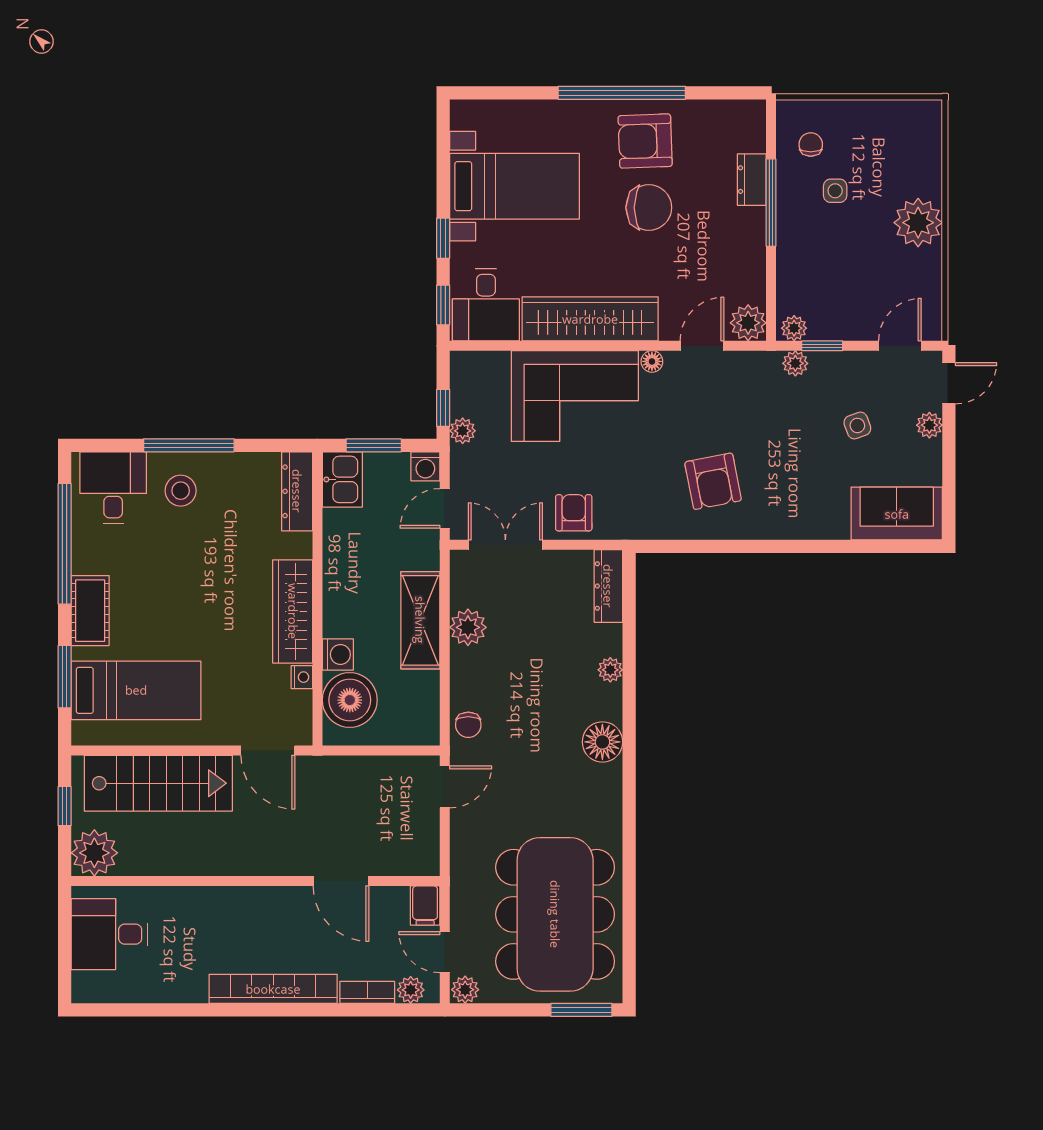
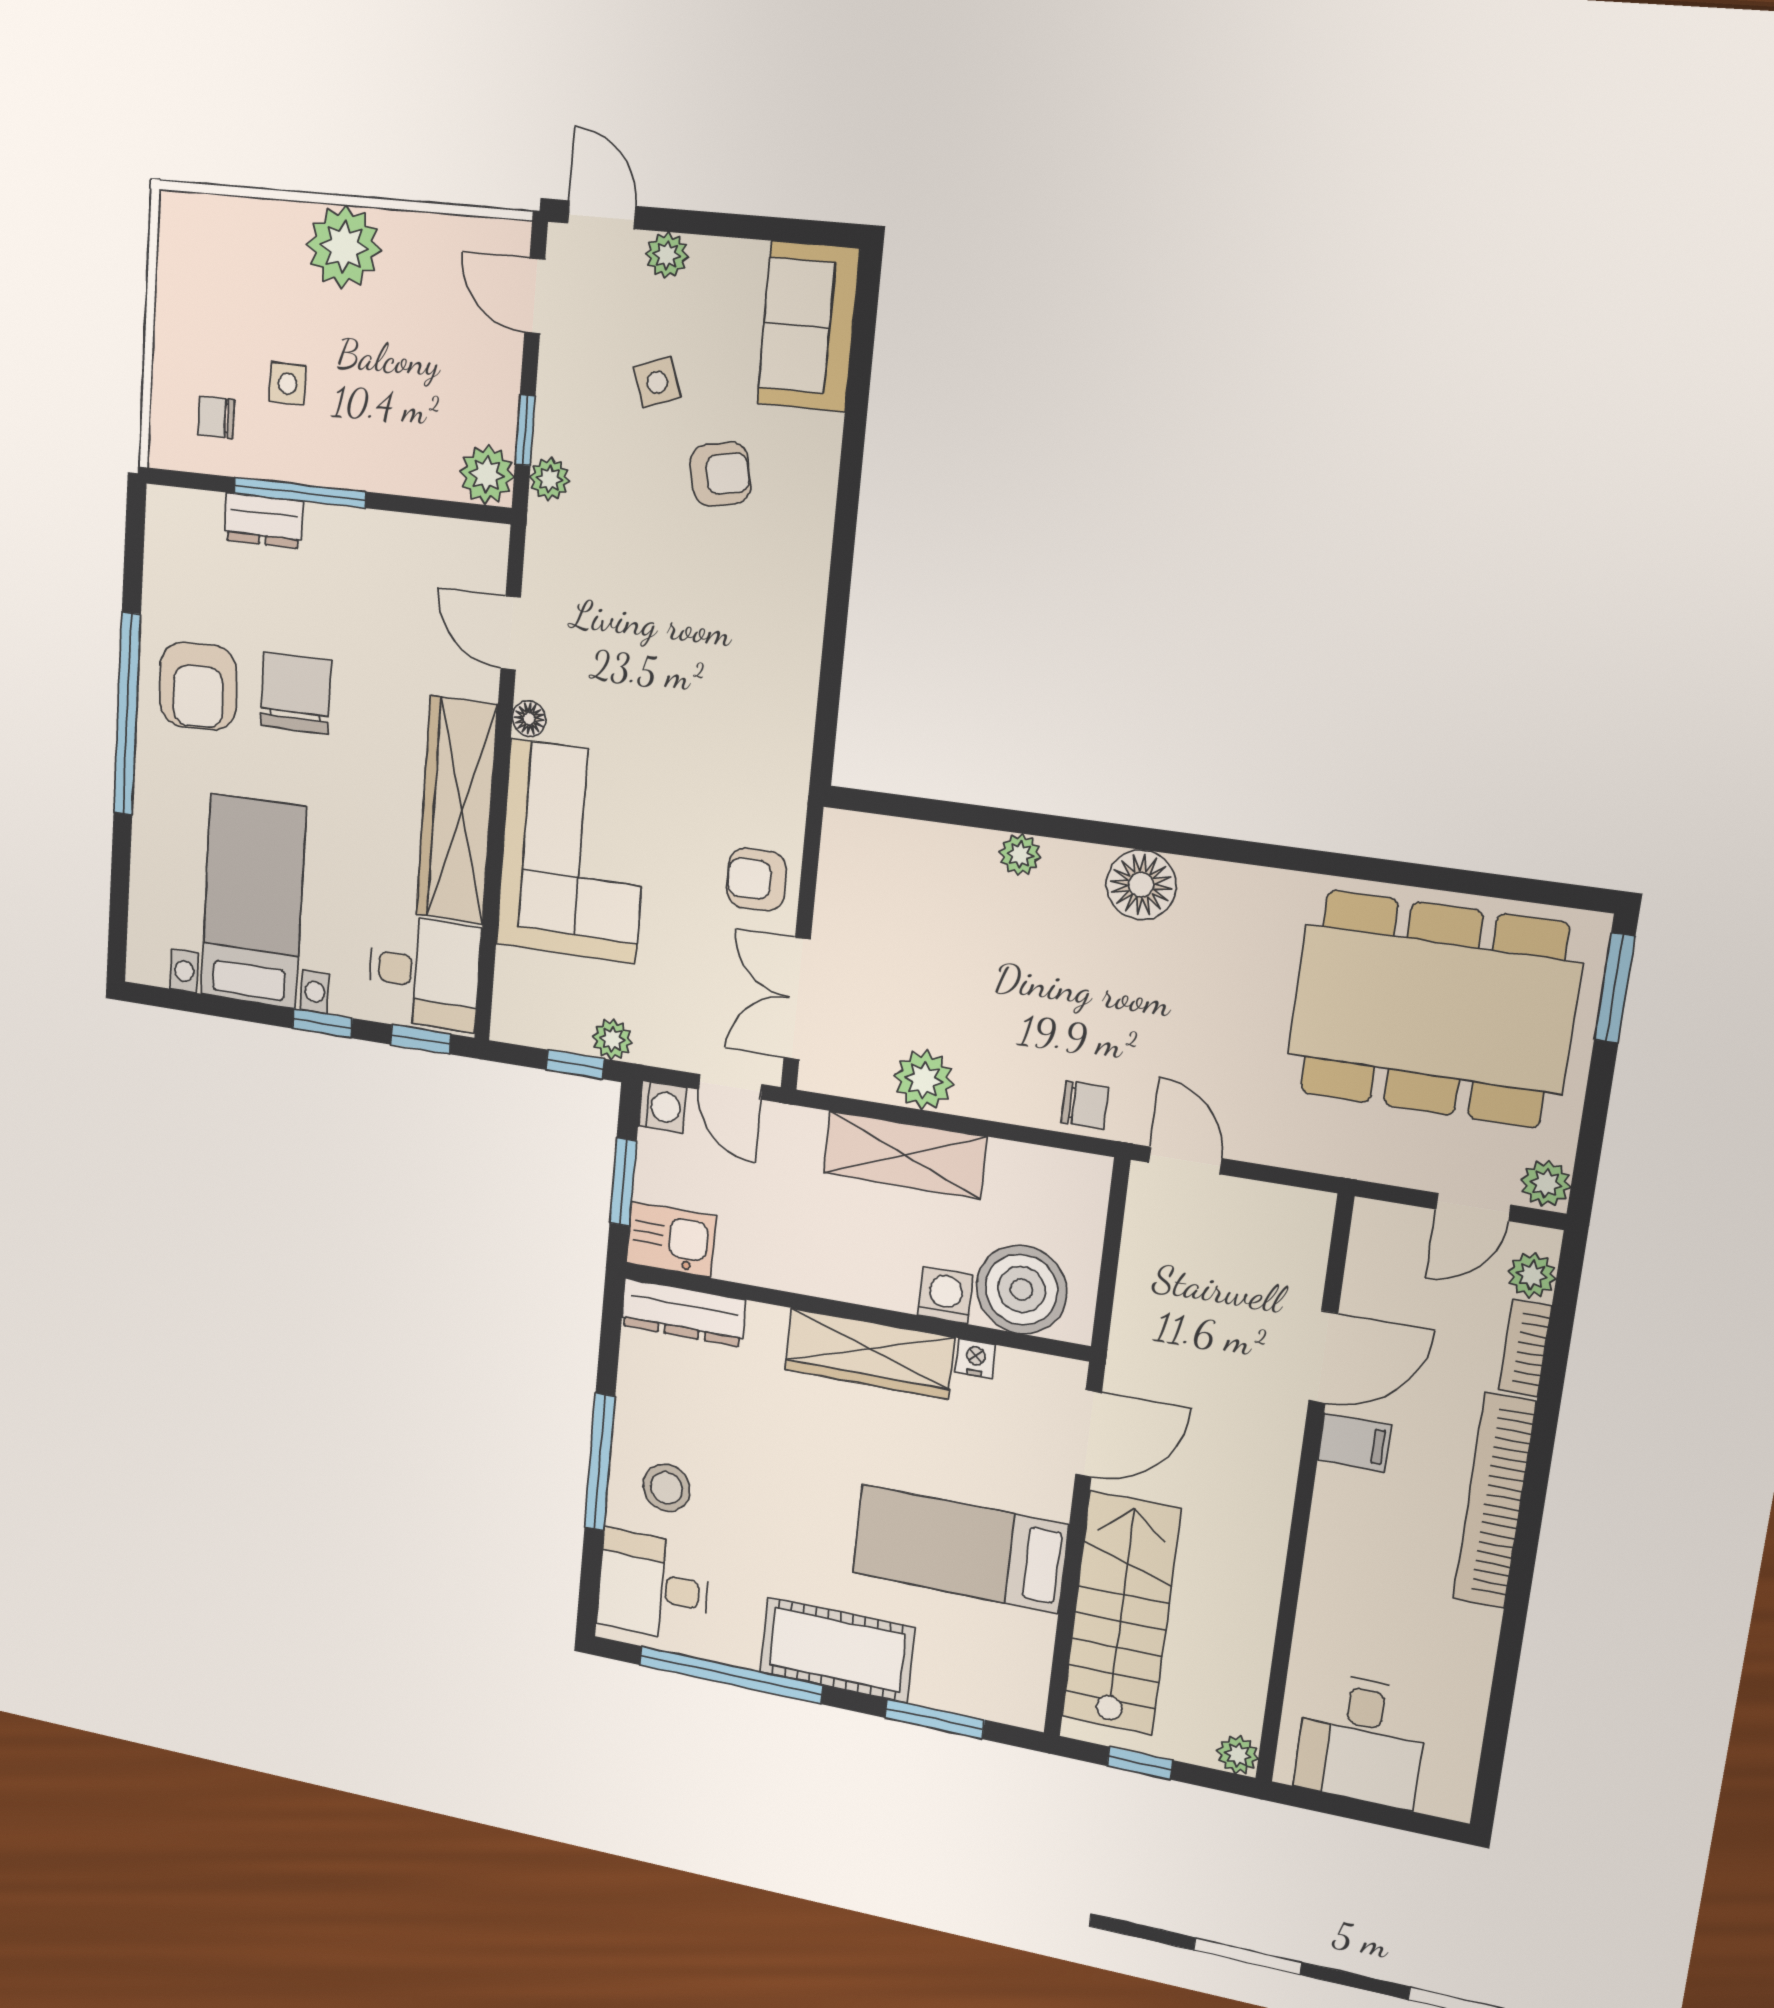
plant: (748, 323) -> (480, 552), removed
plant: (794, 328) -> (487, 474), width x1.38, depth x1.38
armchair: (713, 481) -> (721, 474), moved, width x0.72, depth x0.72
dresser: (608, 586) -> (880, 839), removed
cot: (90, 611) -> (837, 1650), width x1.37, depth x1.34
bed: (136, 690) -> (960, 1549), moved, turned -90
plant: (94, 853) -> (1238, 1755), width x0.53, depth x0.53
filing cabinet: (425, 906) -> (1354, 1442), moved

